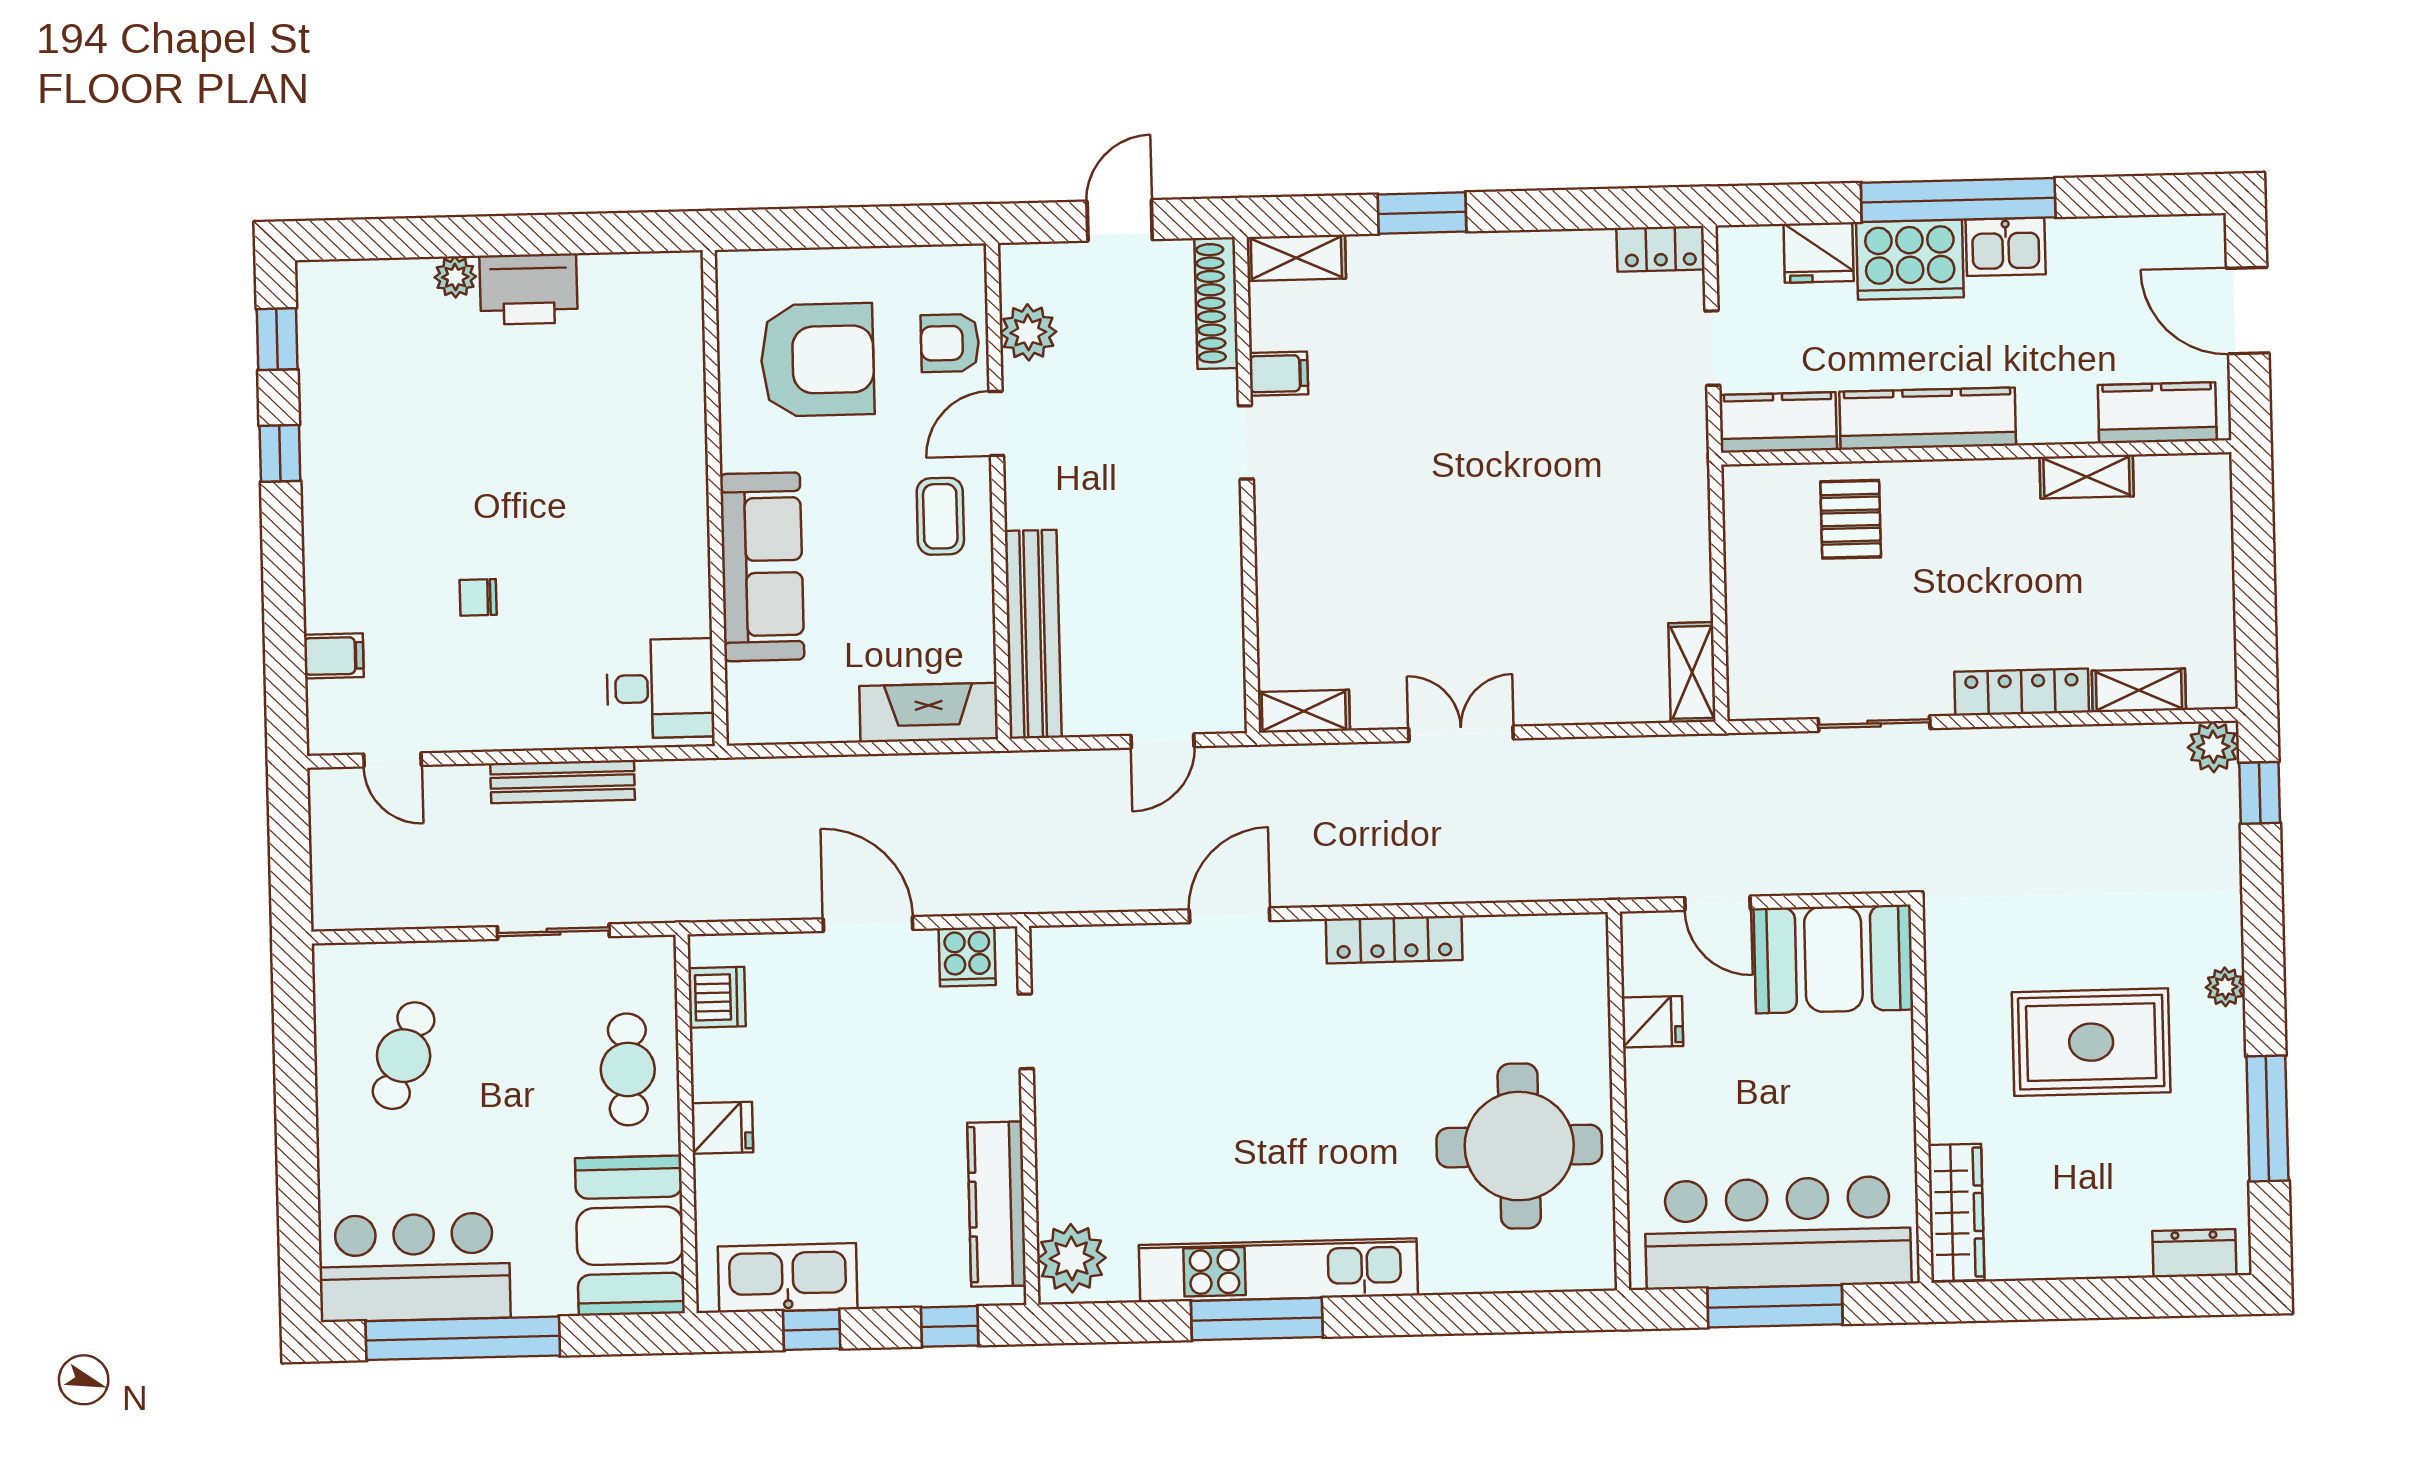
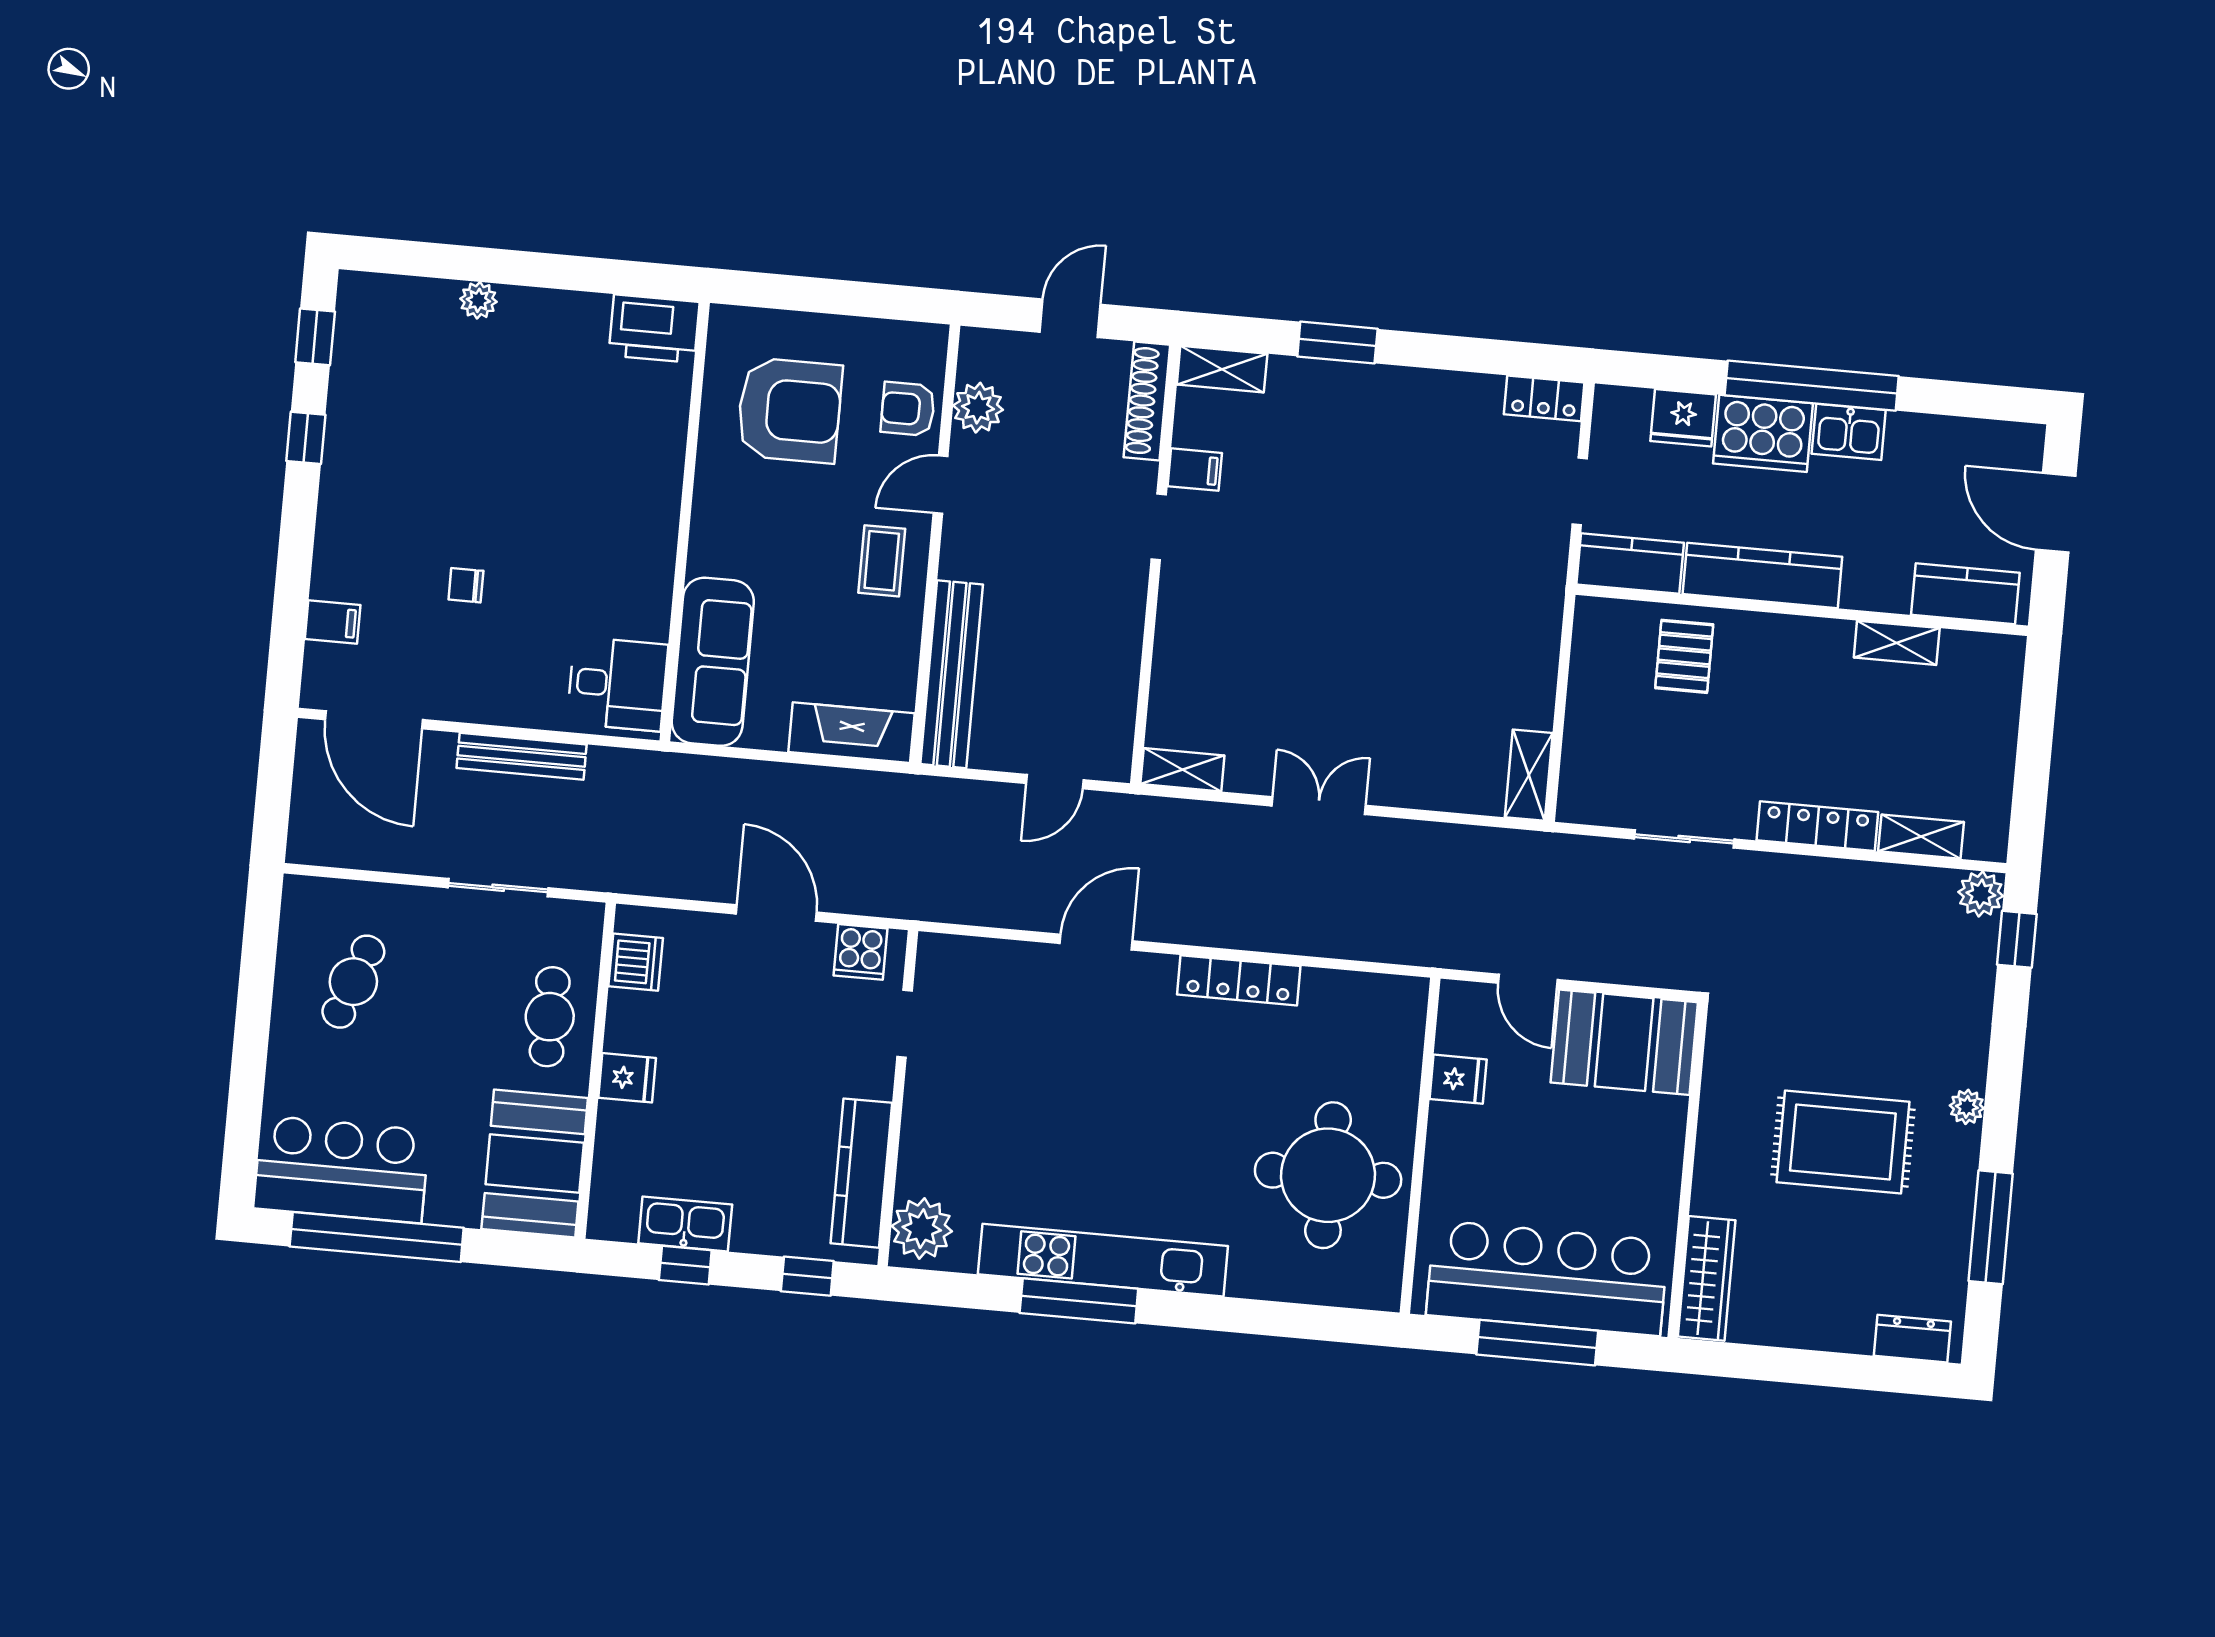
printer: (529, 289) -> (654, 329), moved
sofa: (762, 567) -> (713, 662), moved
door: (392, 760) -> (374, 720), width x1.87
kitchen sink: (788, 1278) -> (685, 1224), width x0.73, depth x0.81

